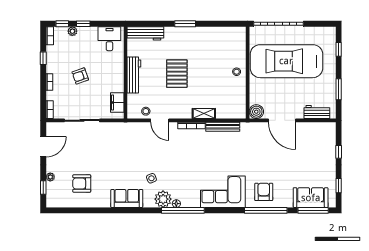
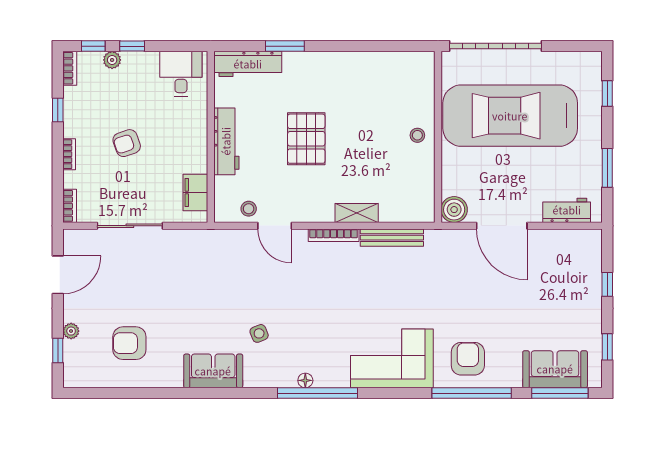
window: (185, 24) -> (285, 46), moved
plant: (163, 199) -> (281, 372), removed

